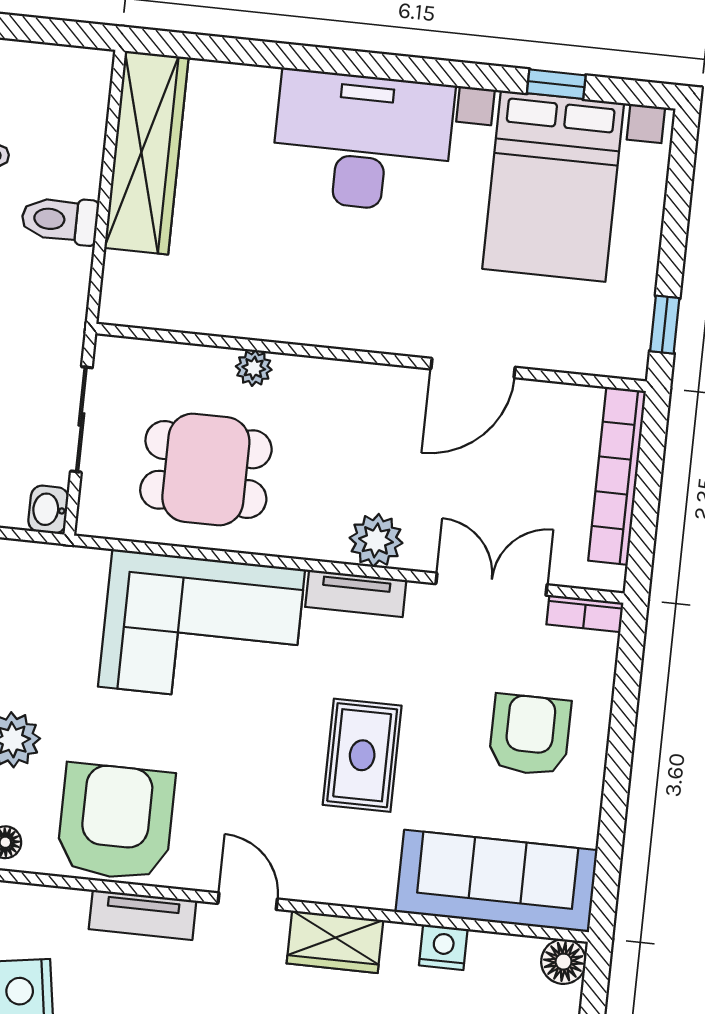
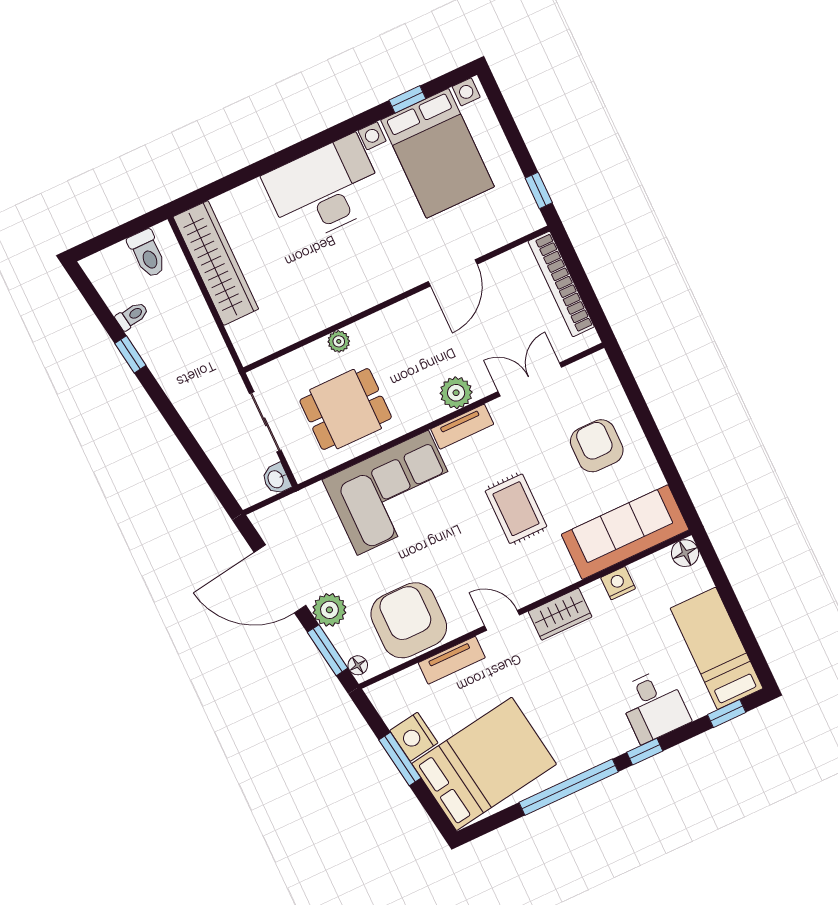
toilet: (60, 220) -> (147, 254), moved, turned -90
bookcase: (585, 614) -> (587, 366), removed

